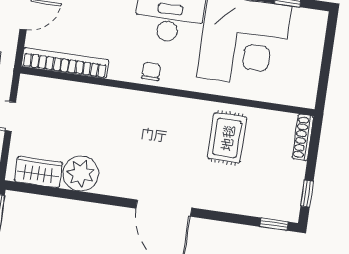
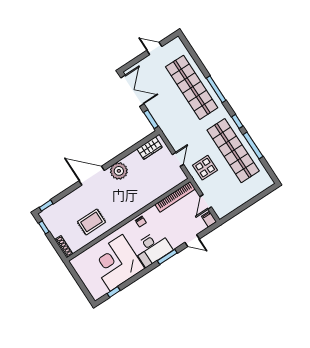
rug: (227, 138) -> (91, 222), turned 90
plant: (81, 173) -> (119, 171), moved

